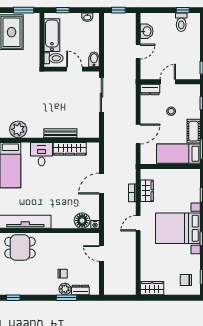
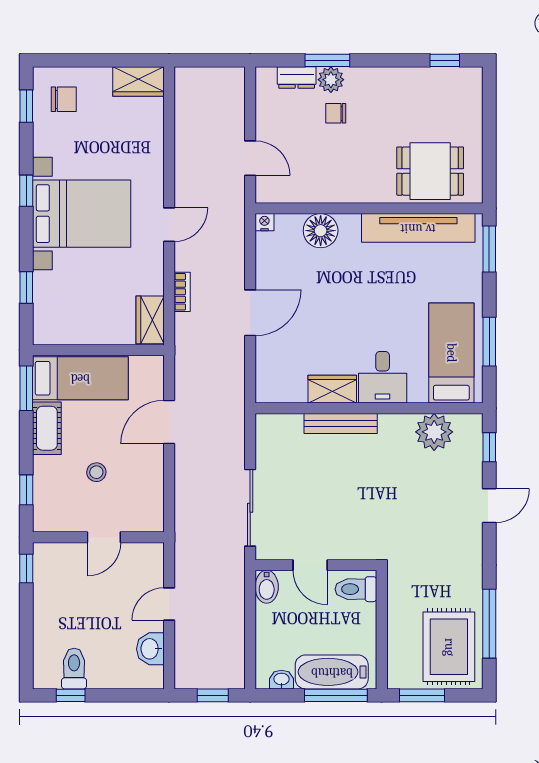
window: (63, 10) -> (336, 695), width x2.17
bathtub: (52, 35) -> (332, 672), moved, turned 90
dresser: (150, 89) -> (143, 520), removed
wardrobe: (70, 149) -> (332, 389), width x0.67
wardrobe: (147, 191) -> (150, 320), moved
floor lamp: (82, 221) -> (321, 231), moved

